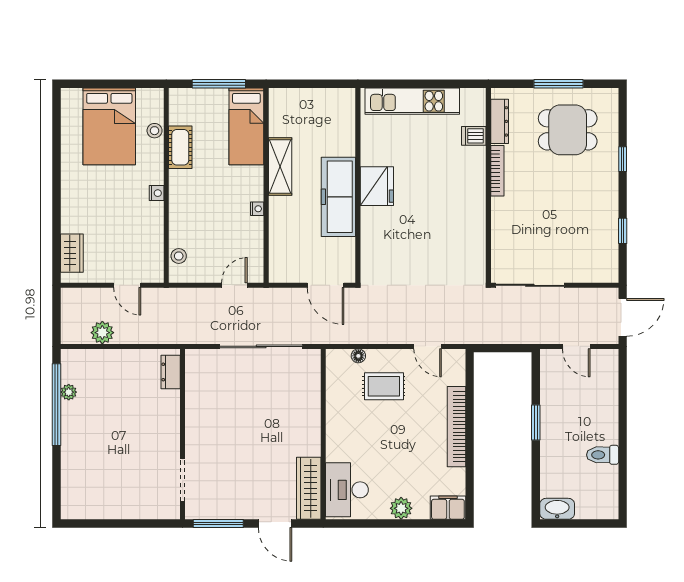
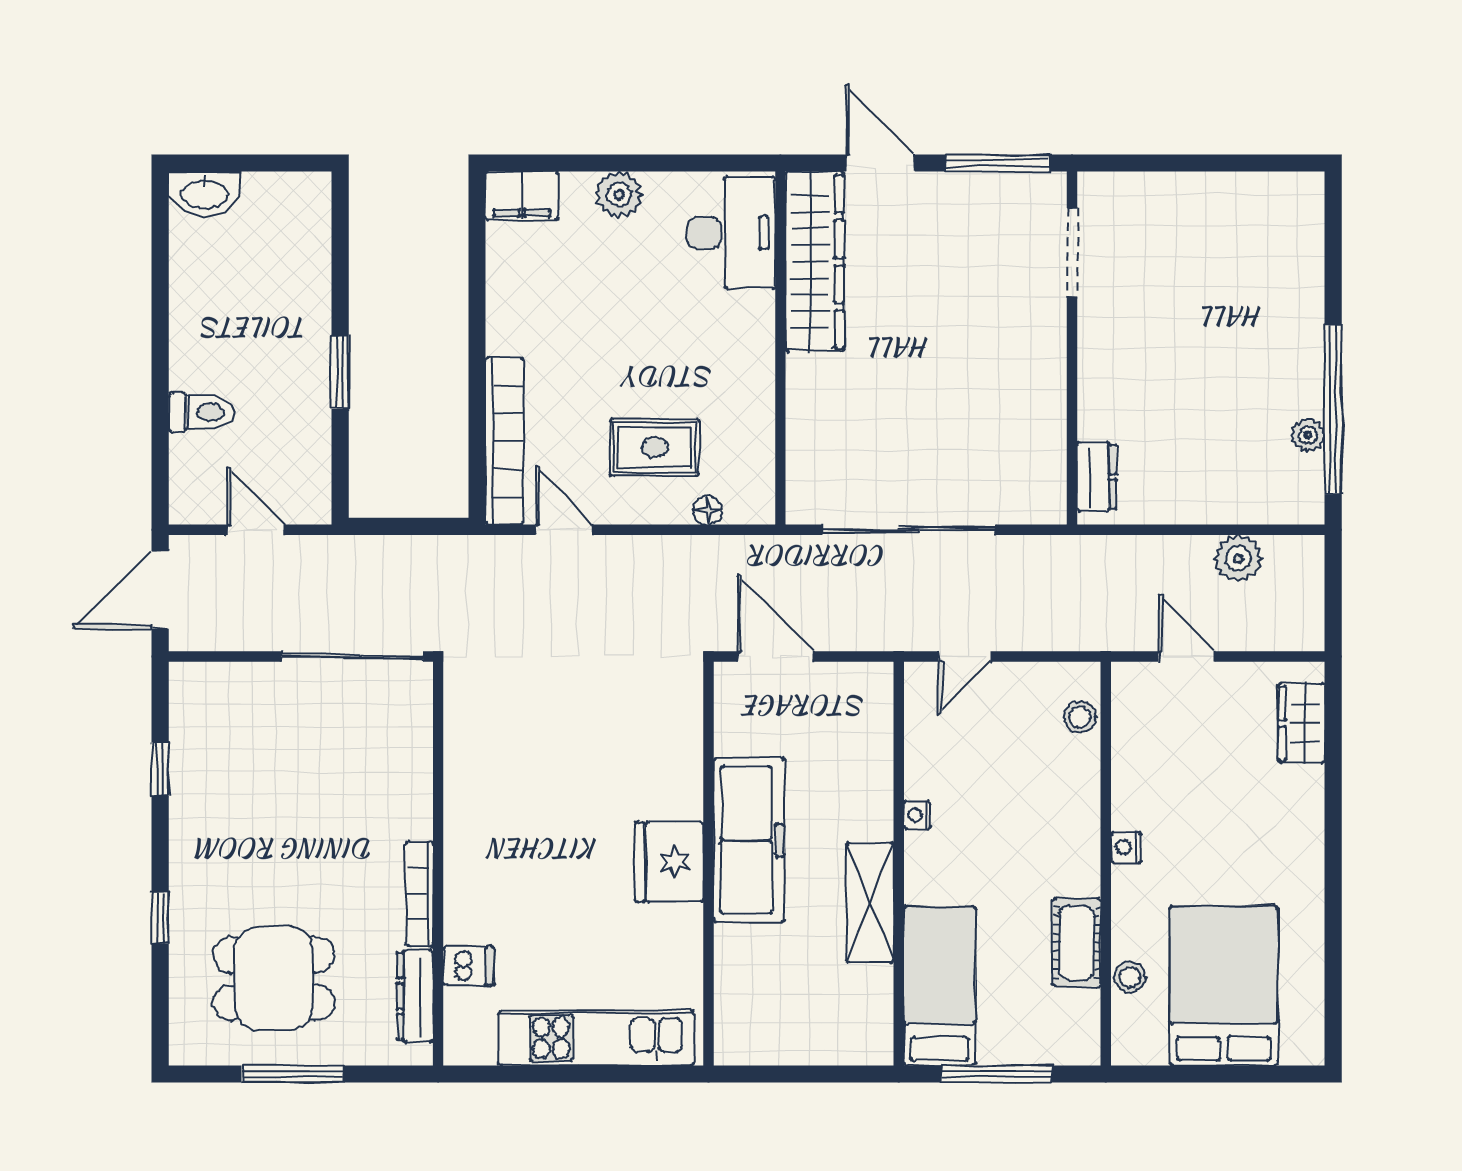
bookcase: (456, 427) -> (504, 441), moved
toilet: (603, 455) -> (201, 412), moved
wardrobe: (309, 488) -> (815, 262), width x1.40, depth x1.17
washbasin: (557, 509) -> (204, 193), moved

